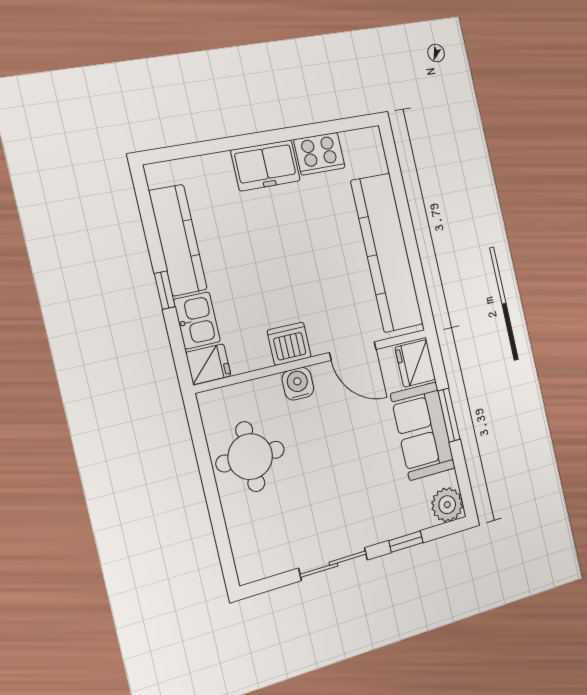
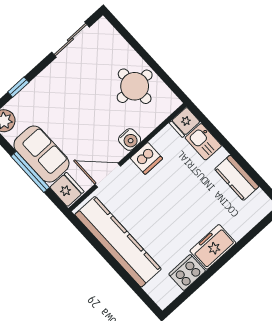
kitchen counter: (178, 240) -> (237, 178), width x0.67
window: (165, 290) -> (229, 148), removed
window: (449, 415) -> (30, 172), width x1.44
sliding door: (333, 564) -> (70, 40), moved

